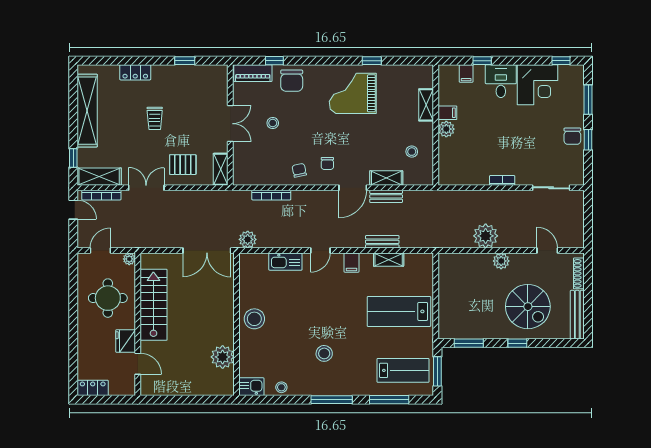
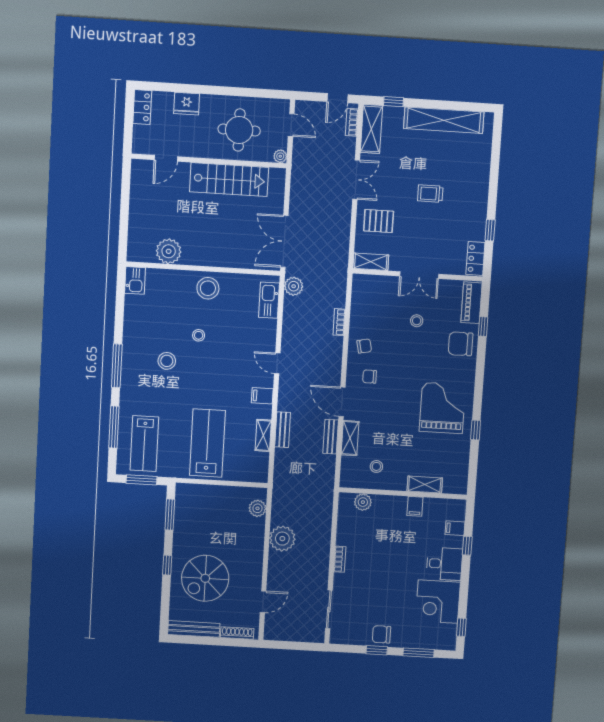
locker: (135, 72) -> (475, 258), moved
plant: (446, 129) -> (363, 502), moved
pallet: (183, 165) -> (379, 221), turned 90
bookcase: (101, 195) -> (352, 122), width x0.64
bookcase: (271, 195) -> (339, 322), width x0.64
plant: (501, 261) -> (257, 508), moved
kitchen sink: (285, 262) -> (269, 300), moved
fridge: (126, 341) -> (187, 104), moved, turned 180
stool: (281, 387) -> (199, 335), moved

